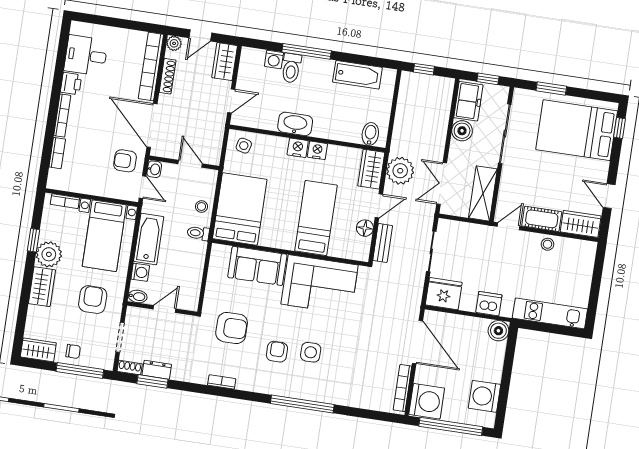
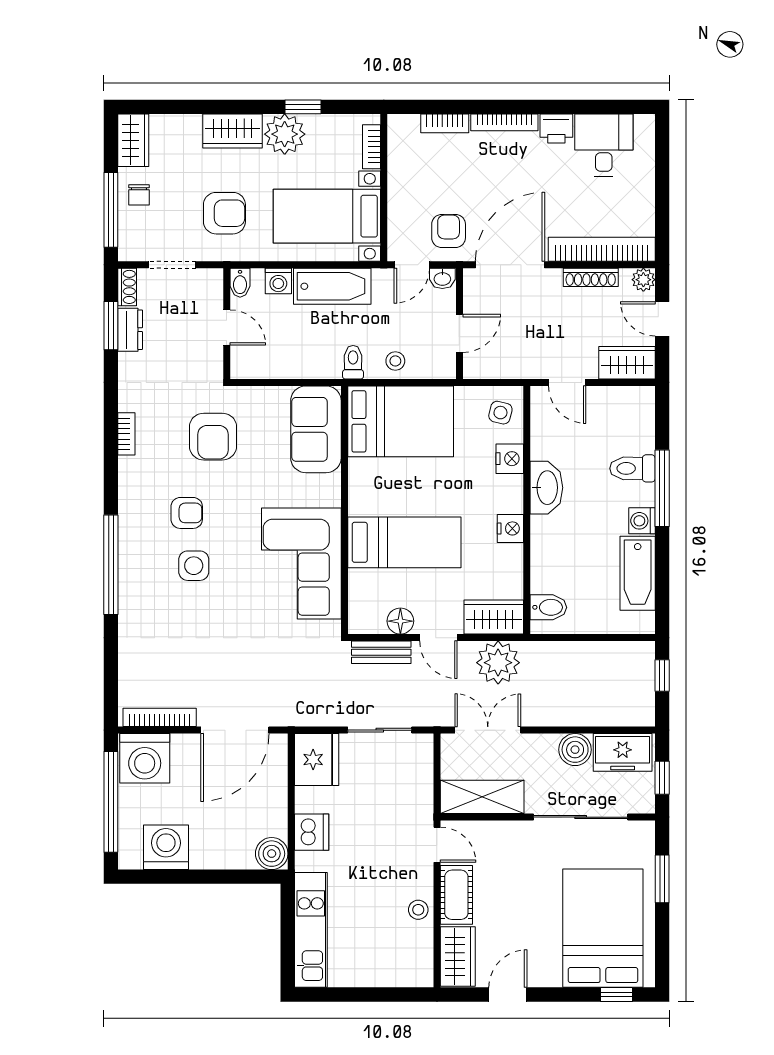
washing machine: (274, 59) -> (642, 521), moved
nightstand: (298, 148) -> (510, 459), moved
sofa: (257, 266) -> (316, 429), moved

